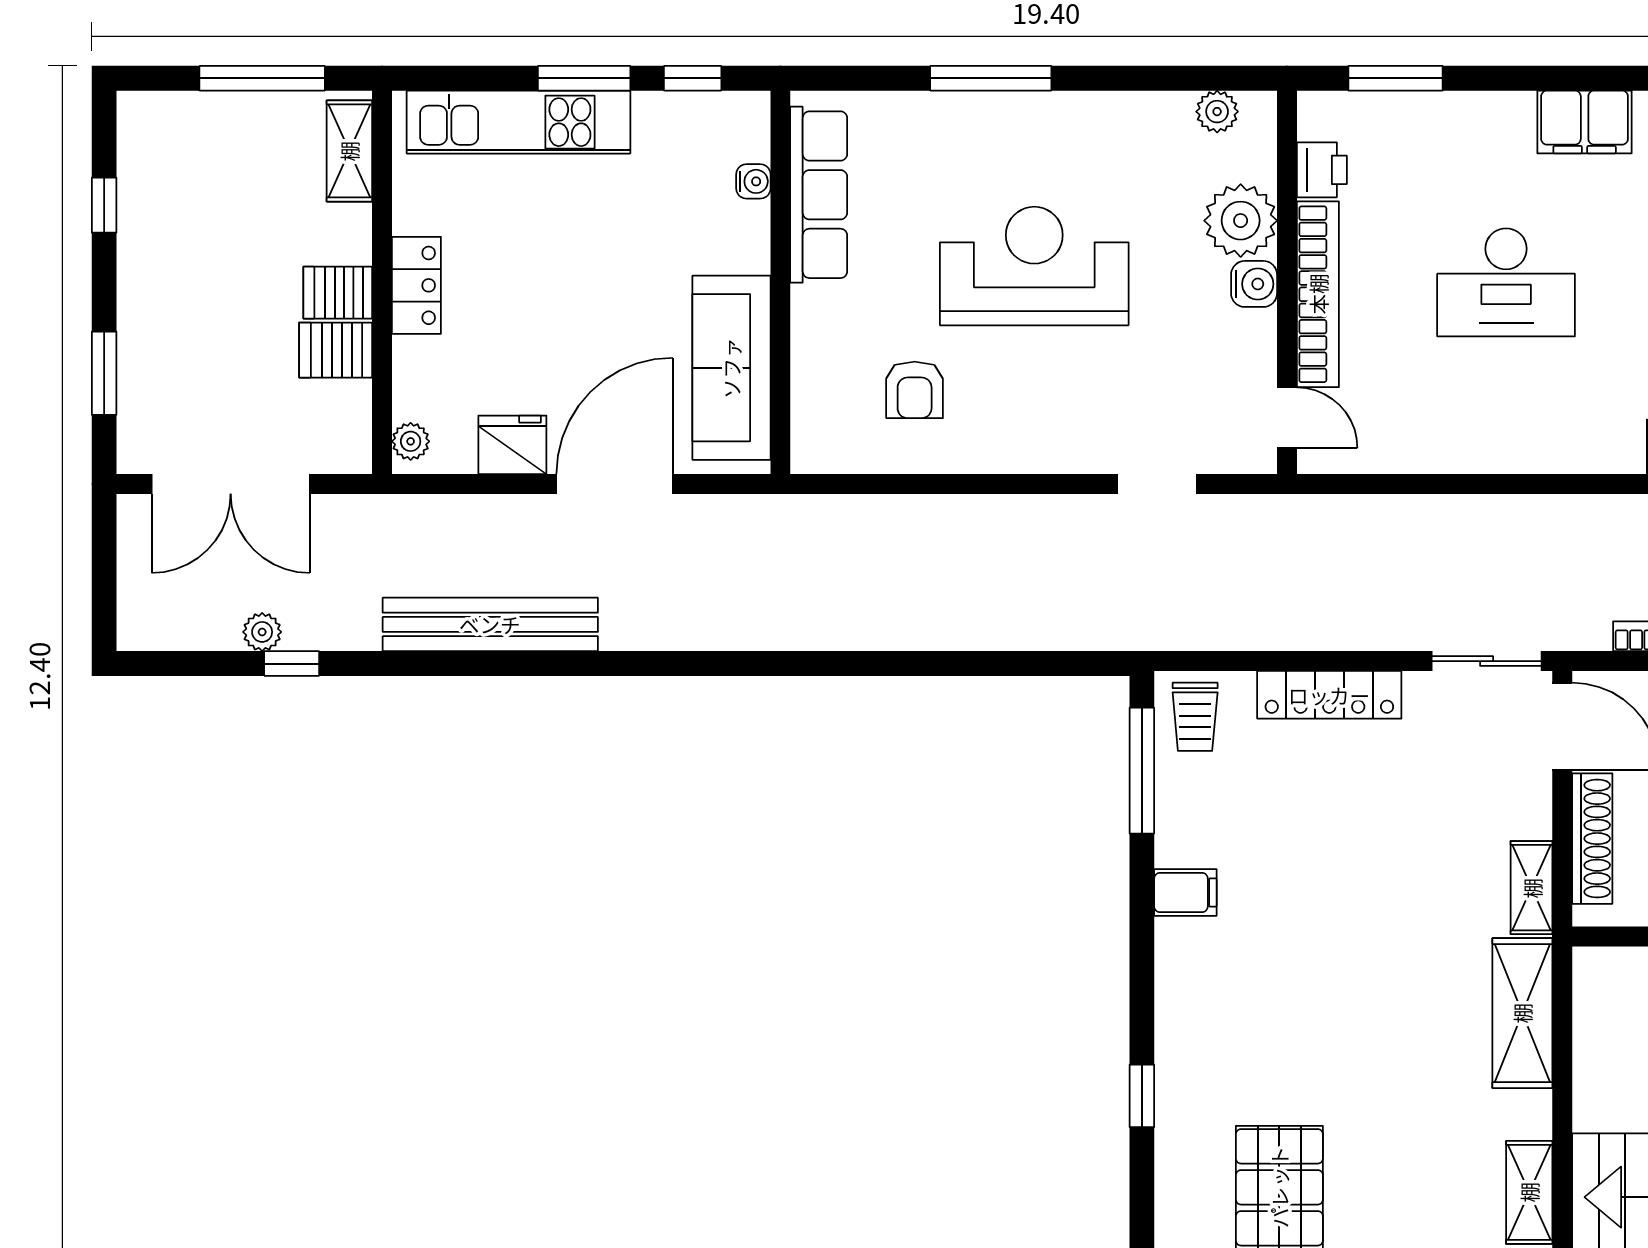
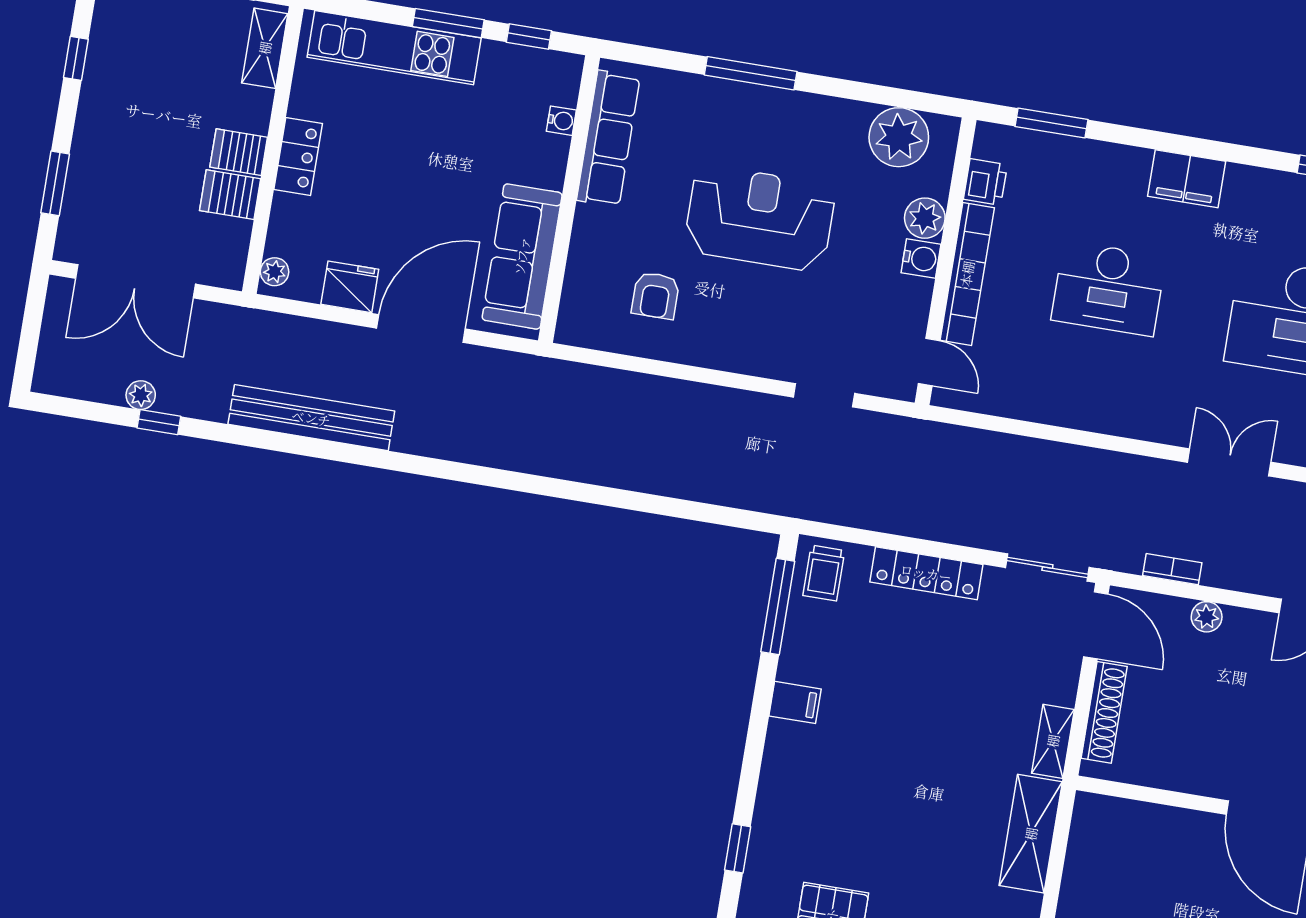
plant: (1217, 112) -> (899, 137), width x1.87, depth x1.87
plant: (1241, 221) -> (925, 218), width x0.73, depth x0.73

